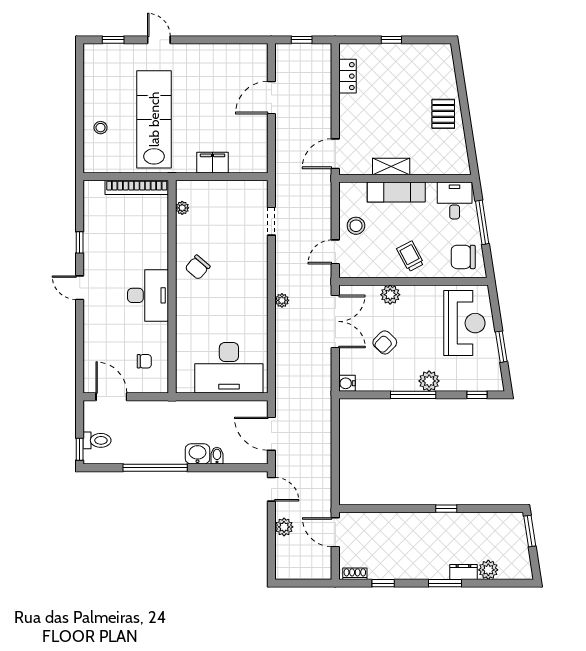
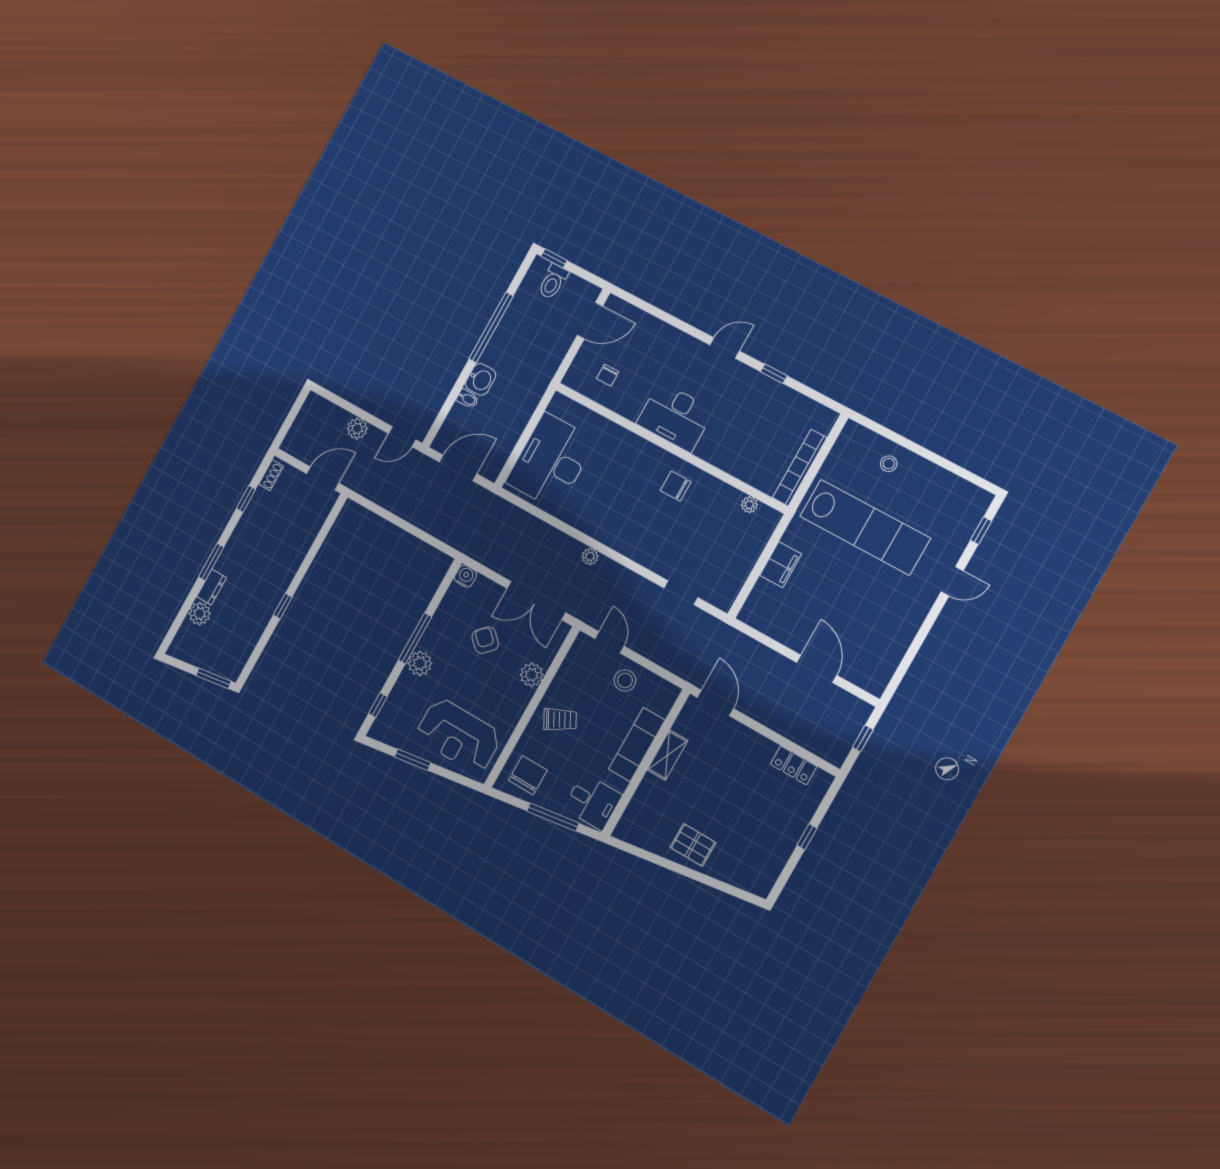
chair: (198, 267) -> (676, 486), turned -41

